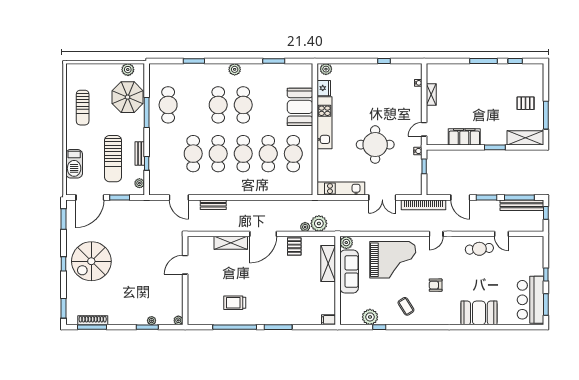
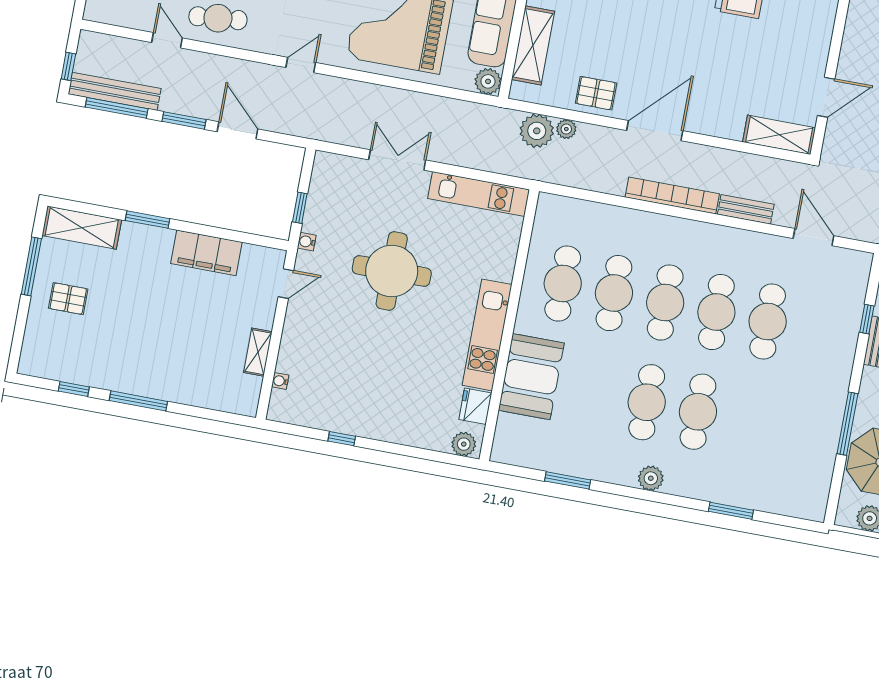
cafe table: (168, 105) -> (800, 431), removed
bookcase: (424, 205) -> (672, 195), moved
shelving: (231, 243) -> (779, 135), moved
pallet: (294, 246) -> (596, 93), turned 90

